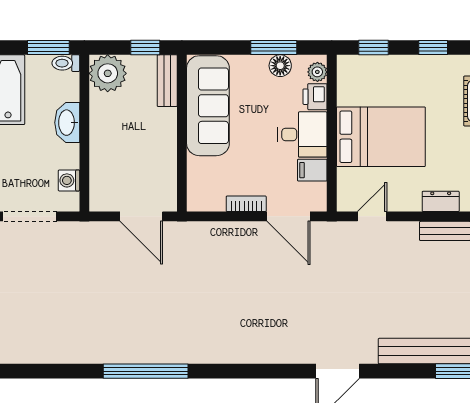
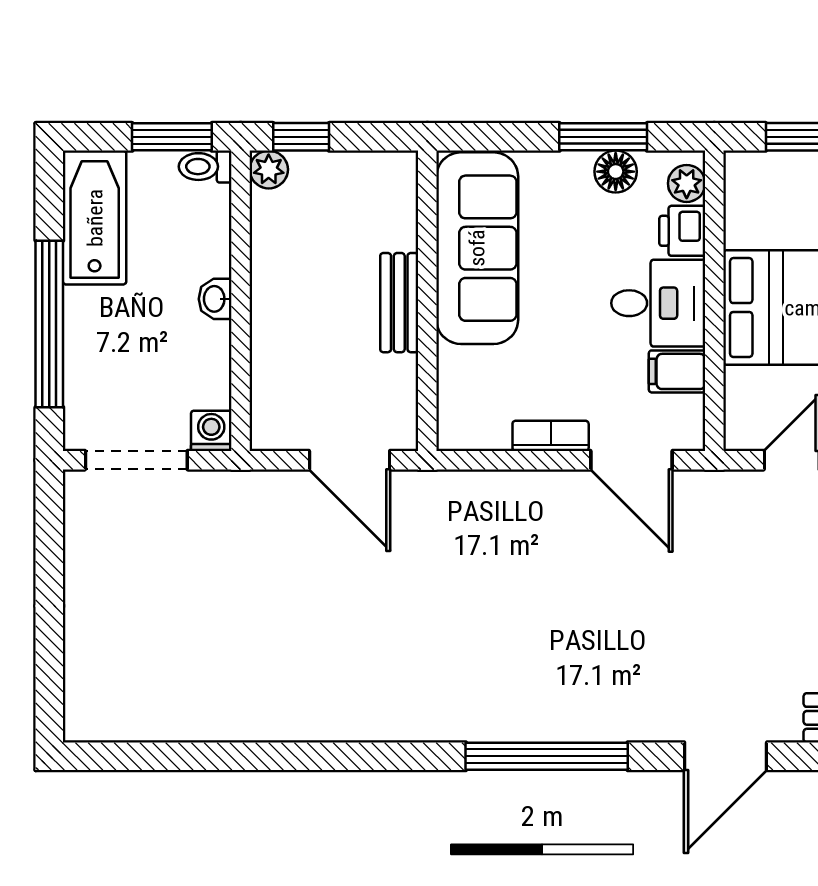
window: (145, 48) -> (301, 137), moved
plant: (108, 73) -> (269, 169), width x0.53, depth x0.53
bench: (167, 81) -> (399, 303), moved
washbasin: (67, 123) -> (215, 299), width x0.52, depth x0.69
washing machine: (69, 180) -> (211, 431), moved, turned 90
window: (146, 371) -> (547, 756), moved

